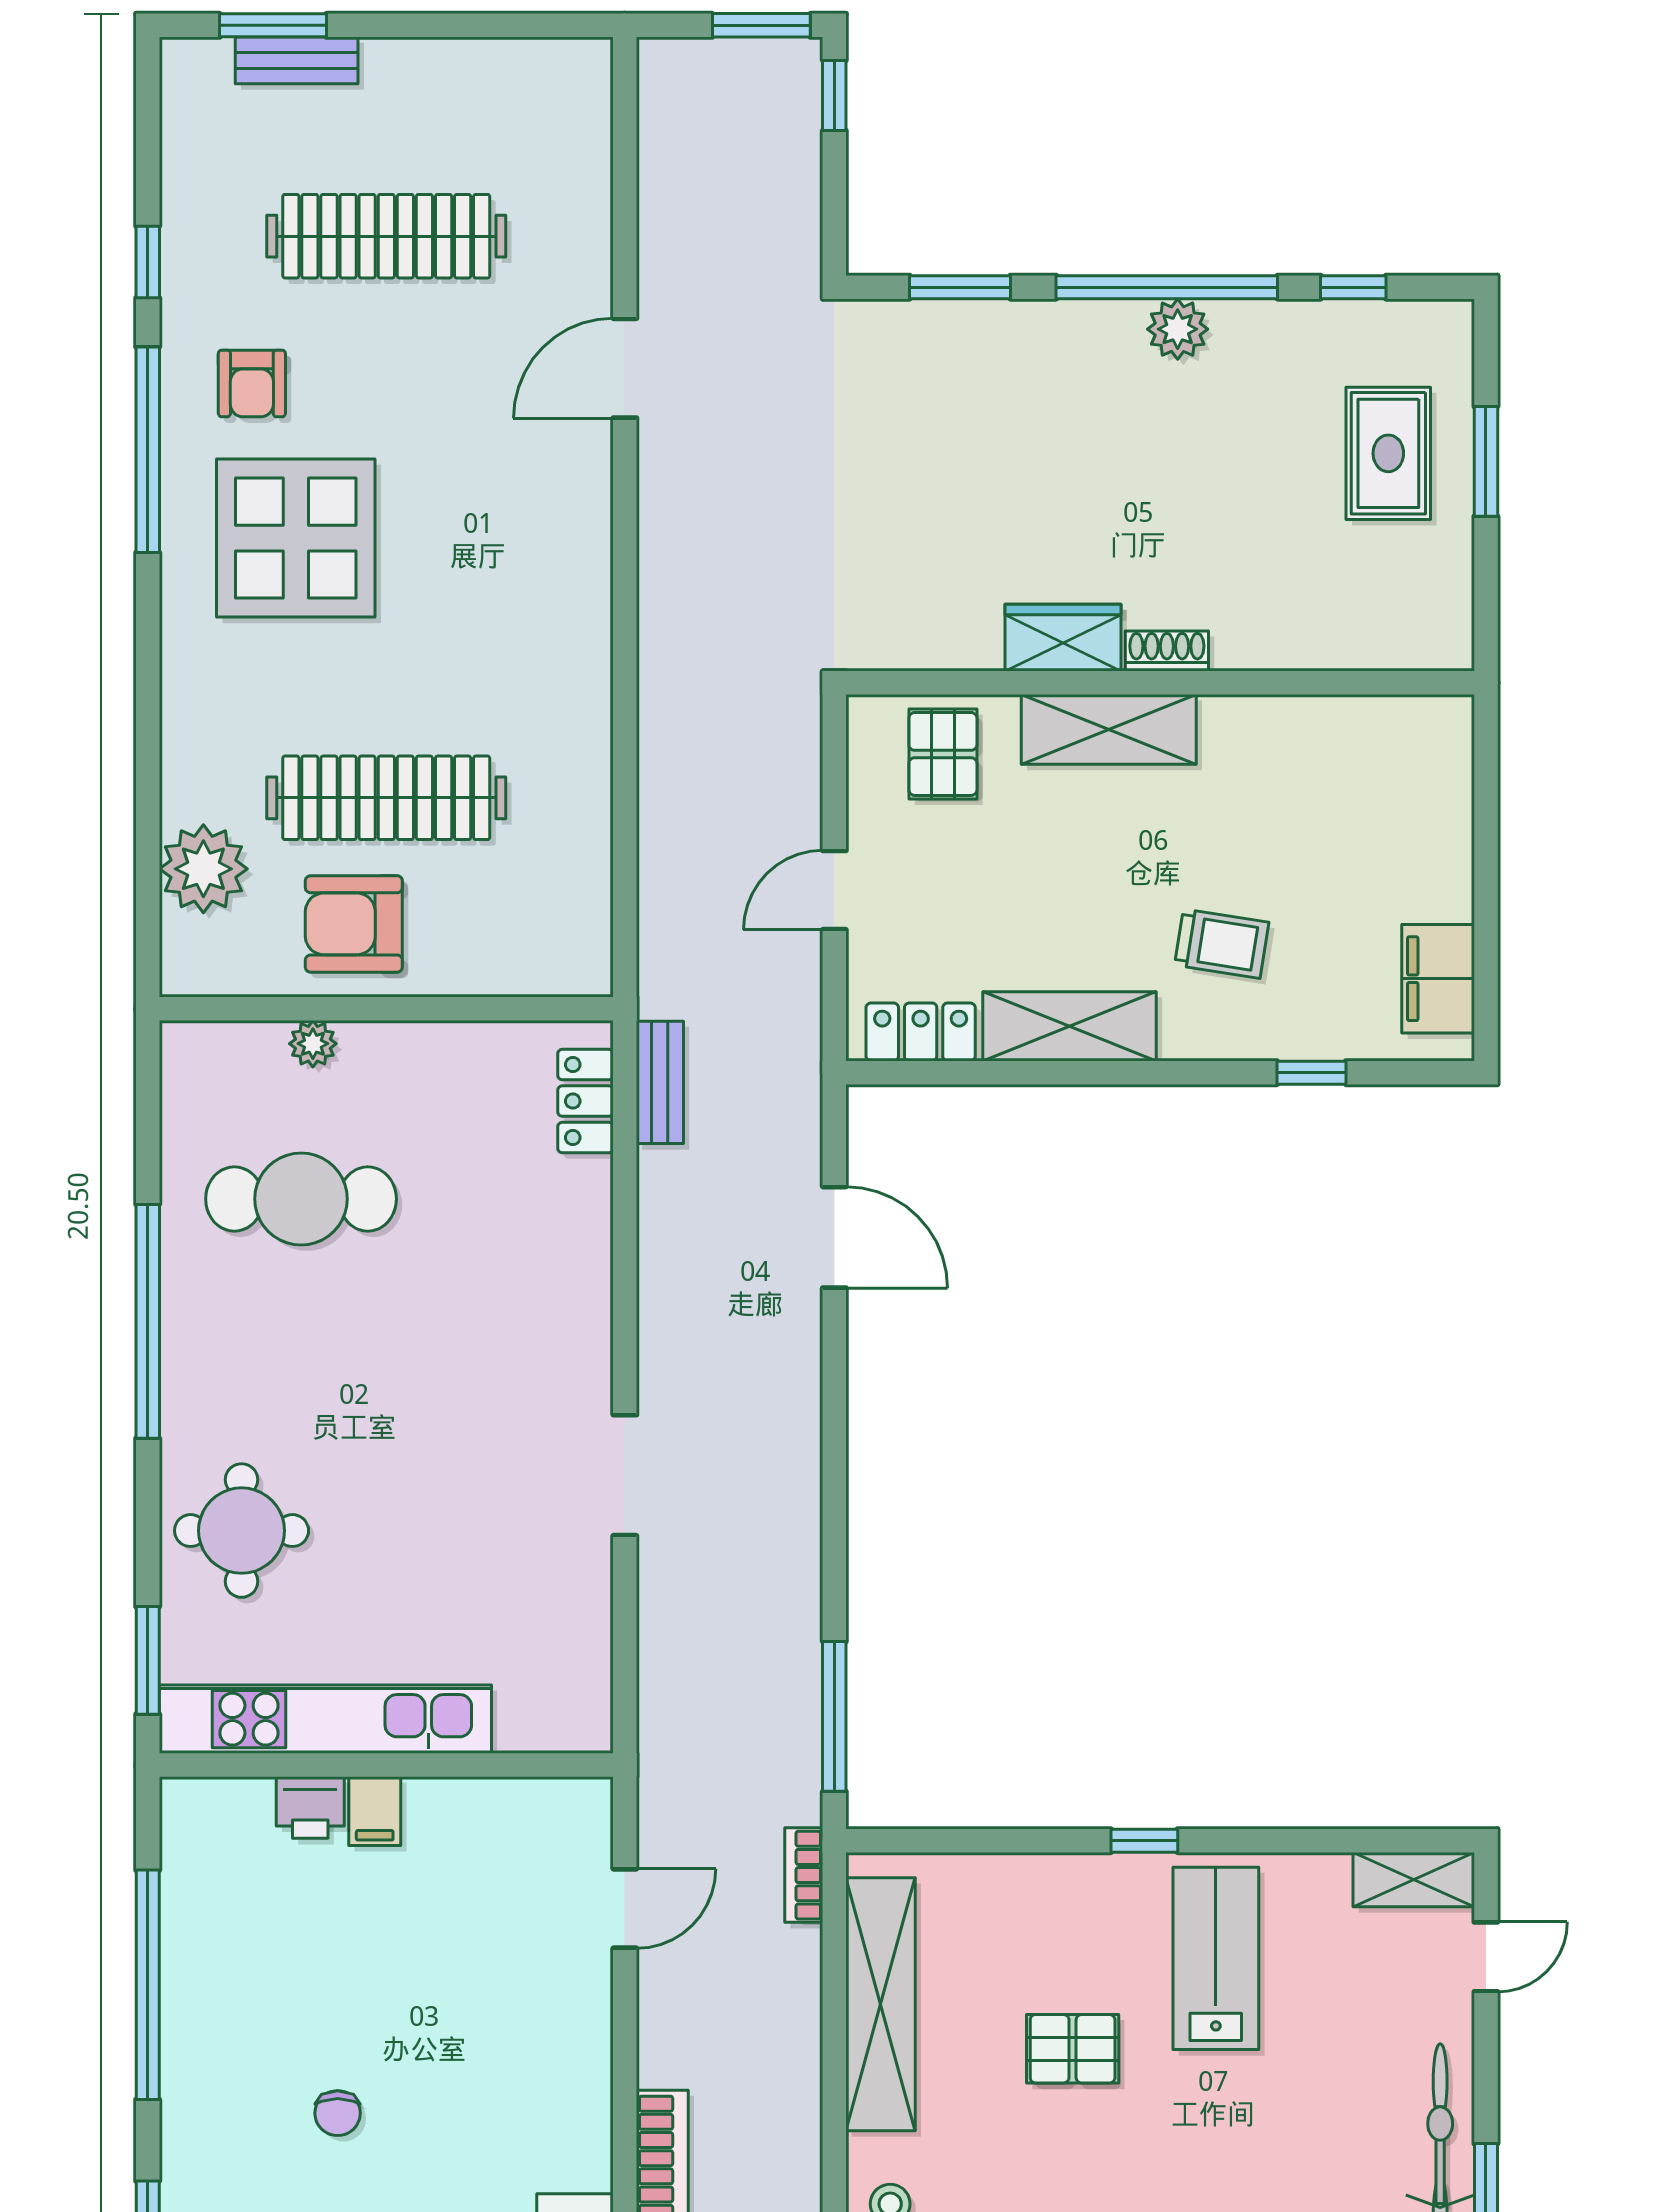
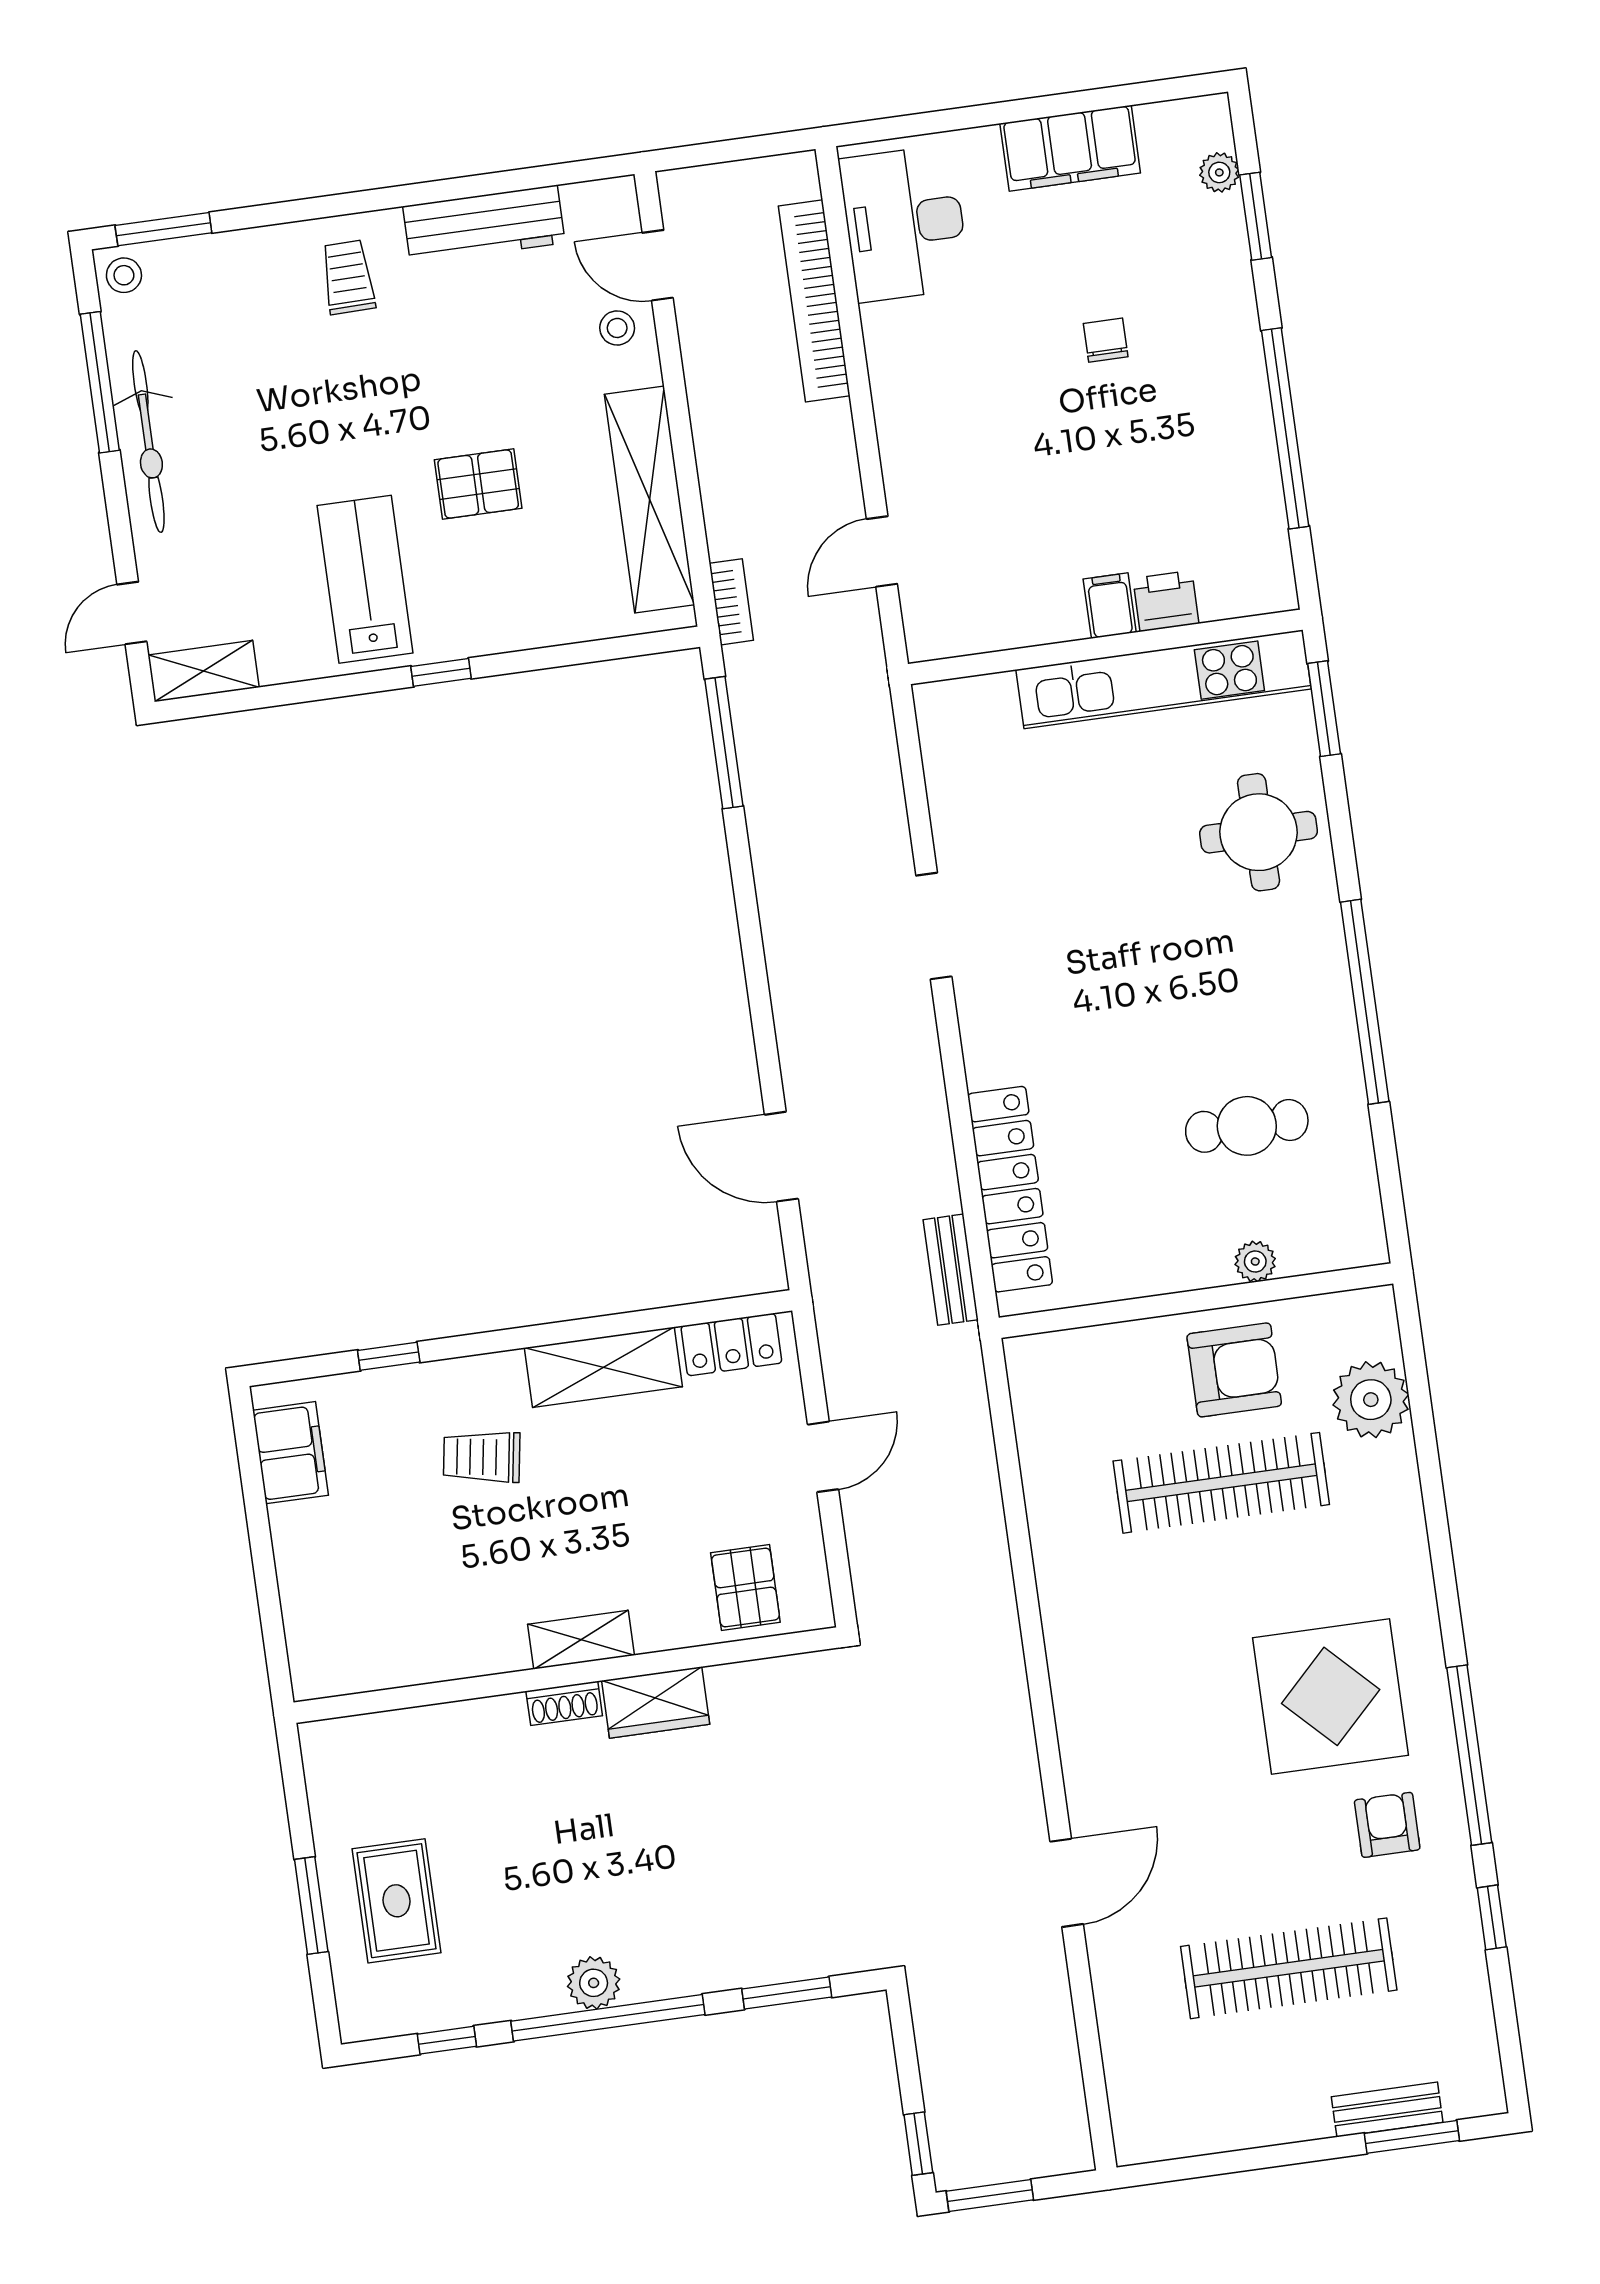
shelving: (1109, 729) -> (581, 1640), width x0.67, depth x0.75
locker: (586, 1101) -> (1010, 1189), width x2.16, depth x1.21
cafe table: (301, 1199) -> (1247, 1126), width x0.73, depth x0.74
lab bench: (1216, 1958) -> (365, 579), turned 180

